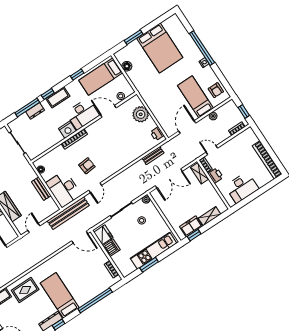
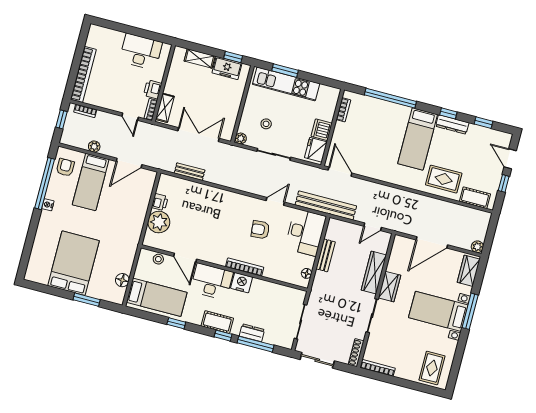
window: (202, 48) -> (45, 184), moved
printer: (157, 134) -> (160, 202), moved
bookcase: (267, 160) -> (83, 74), moved
window: (149, 265) -> (285, 71), moved

